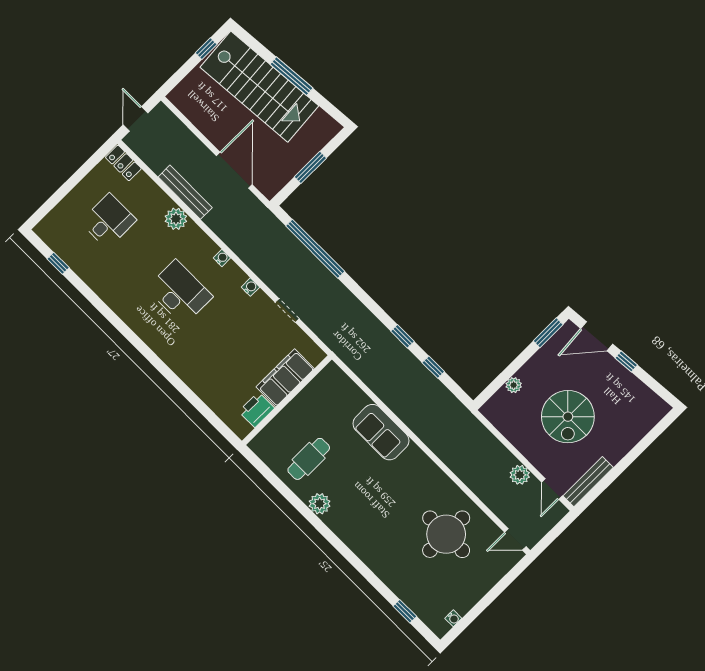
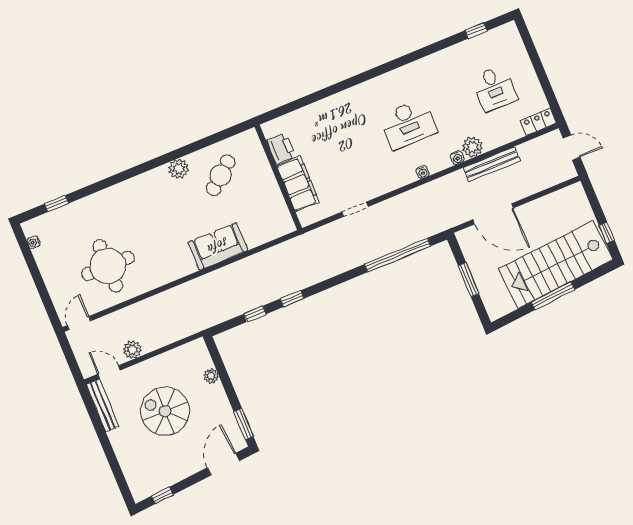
water cooler: (250, 287) -> (457, 158), moved
window: (626, 361) -> (162, 495), moved
cafe table: (309, 459) -> (221, 175), turned 50

